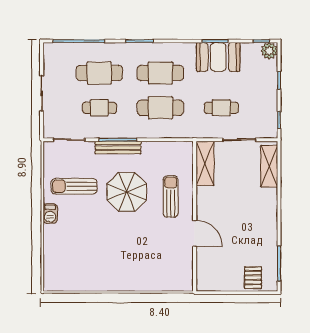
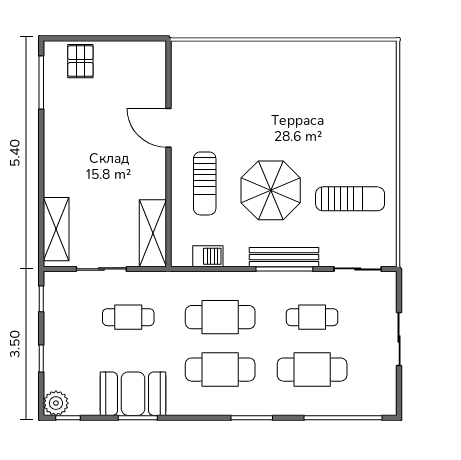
barbecue: (50, 214) -> (208, 256), moved, turned 90

